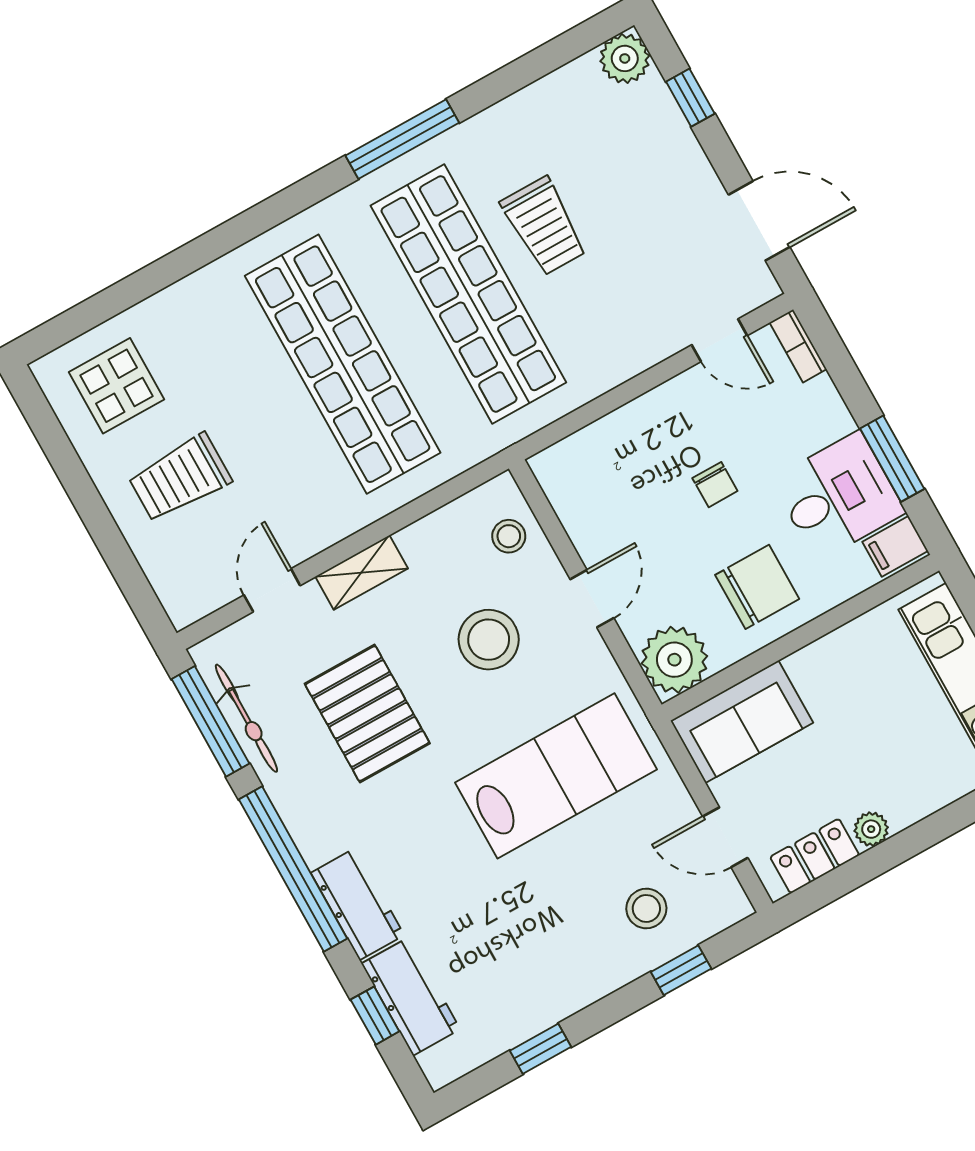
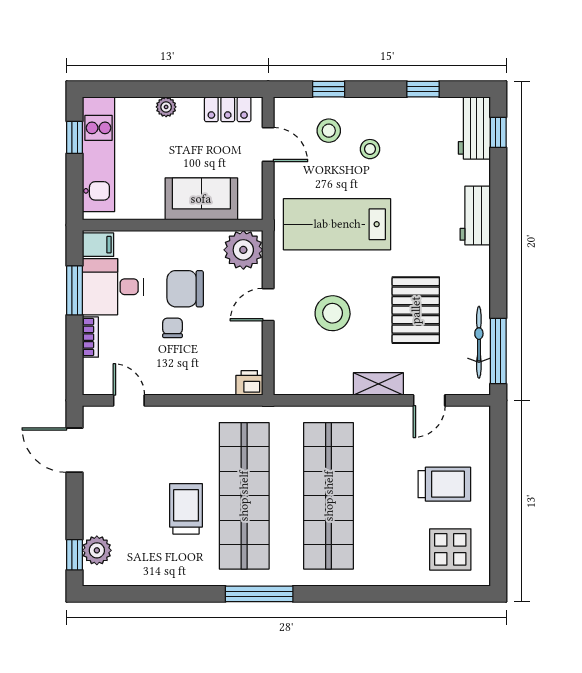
plant: (625, 58) -> (97, 550), moved
window: (690, 98) -> (75, 555), moved
window: (402, 139) -> (259, 594), moved
bookcase: (798, 346) -> (90, 337), moved
printer: (555, 467) -> (249, 383), added
stool: (509, 536) -> (370, 149), moved
chair: (757, 587) -> (185, 289), moved
sofa: (742, 722) -> (201, 199), moved
plant: (871, 829) -> (166, 107), moved
window: (293, 869) -> (498, 252), removed
workbench: (411, 996) -> (474, 128), moved
window: (375, 1016) -> (498, 132), moved

